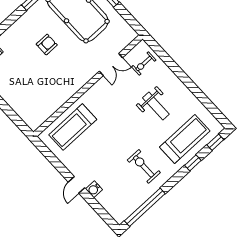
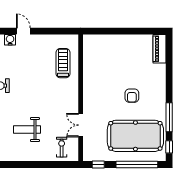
window: (130, 20) -> (98, 165), added
treadmill: (73, 127) -> (63, 63), width x0.73, depth x0.73

